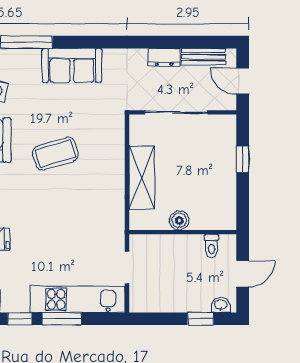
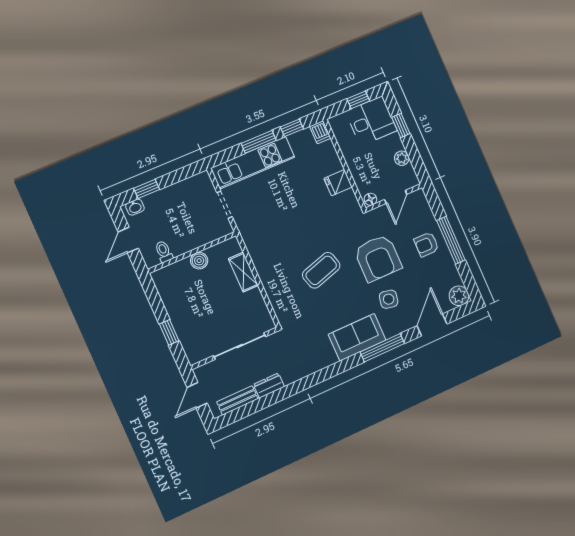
sofa: (72, 65) -> (357, 337), moved
door: (243, 81) -> (197, 395), swing flipped
shelving: (142, 178) -> (243, 272), width x0.67, depth x0.75

